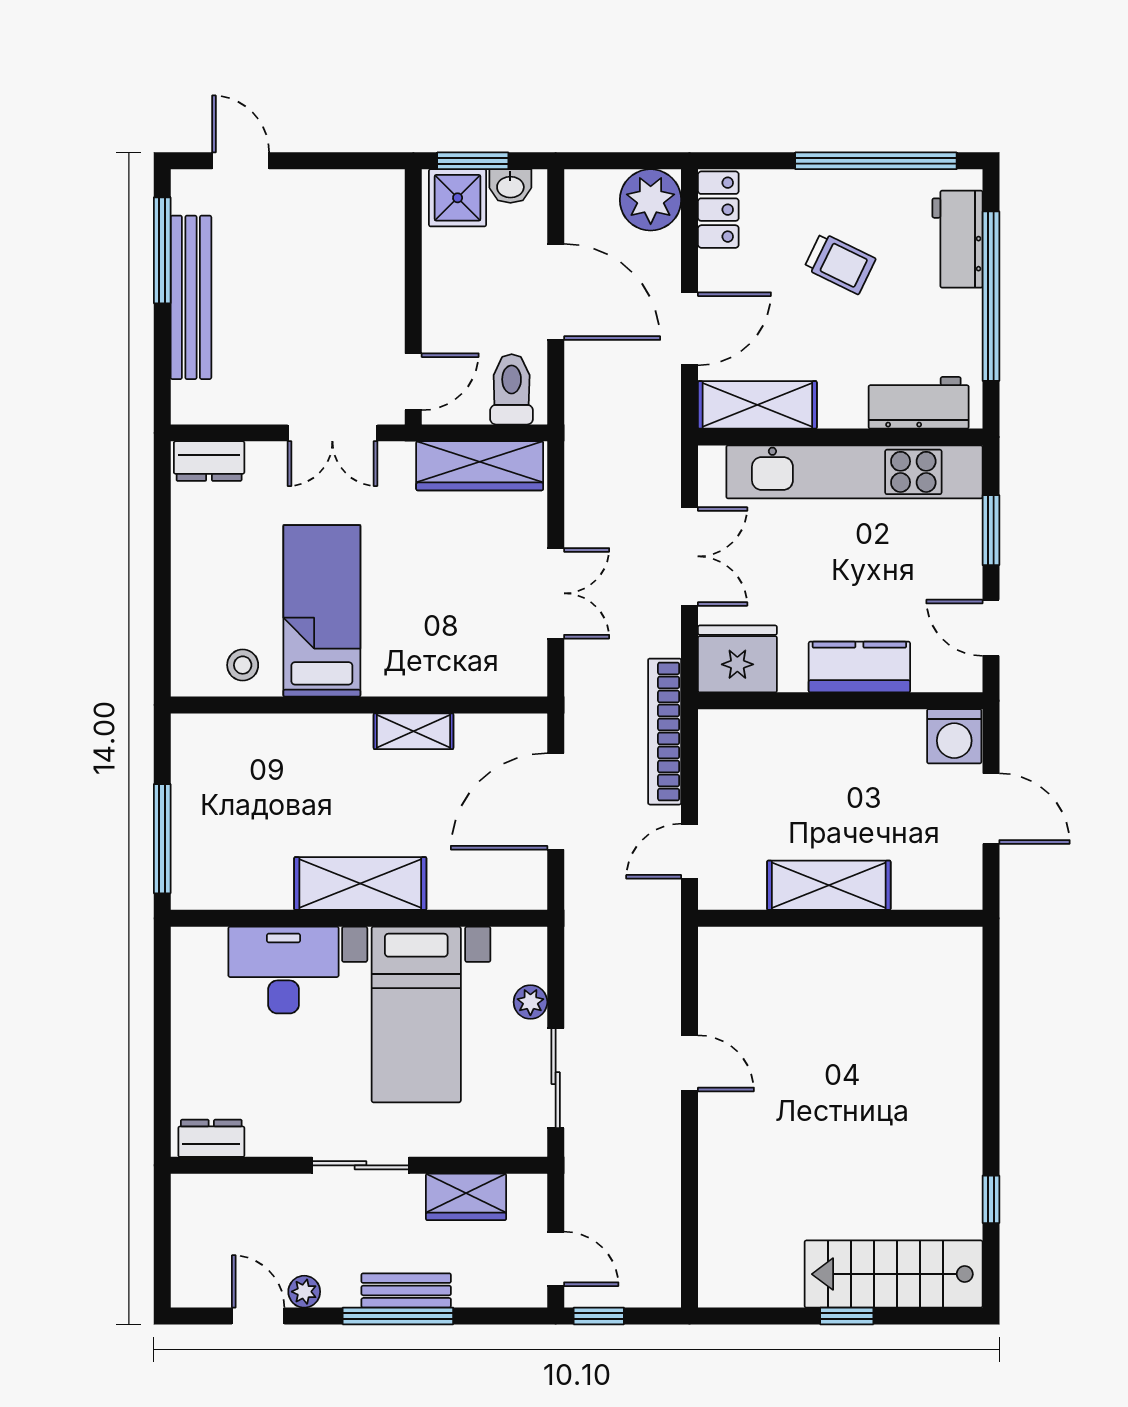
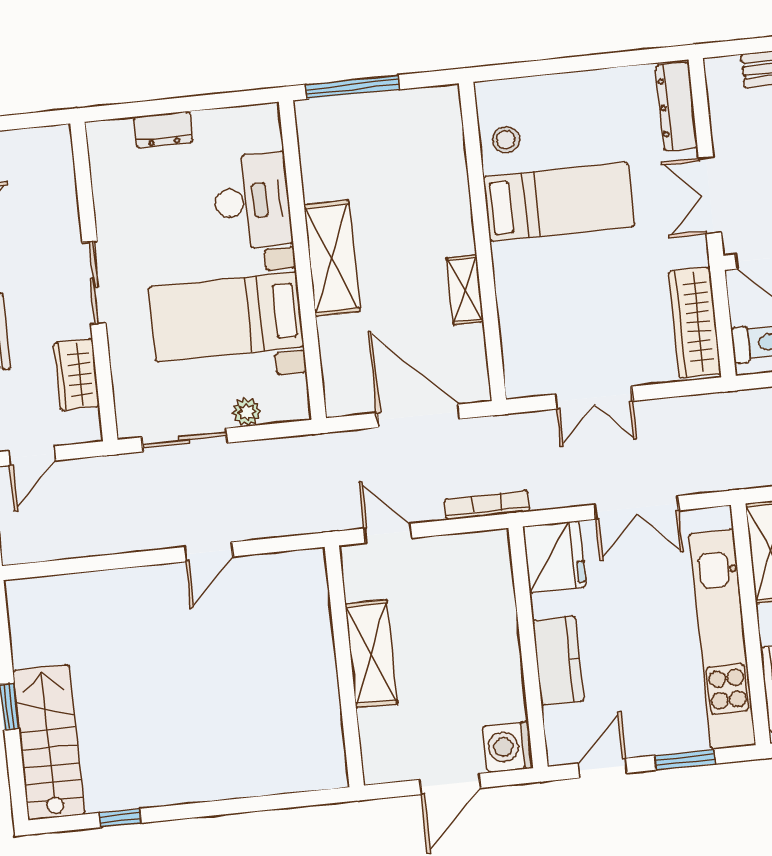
dresser: (209, 461) -> (677, 107), width x1.44
bookcase: (665, 732) -> (487, 505), width x0.68, depth x0.76
dresser: (211, 1138) -> (163, 130), moved, turned 90

